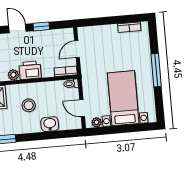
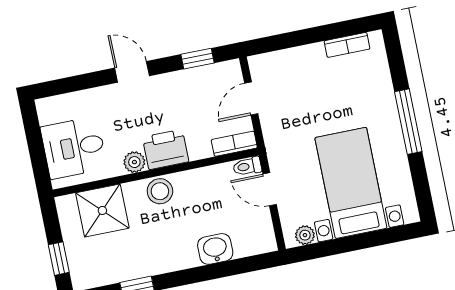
window: (41, 26) -> (198, 59), moved
stool: (29, 105) -> (160, 191), moved
door: (82, 108) -> (270, 189), moved

